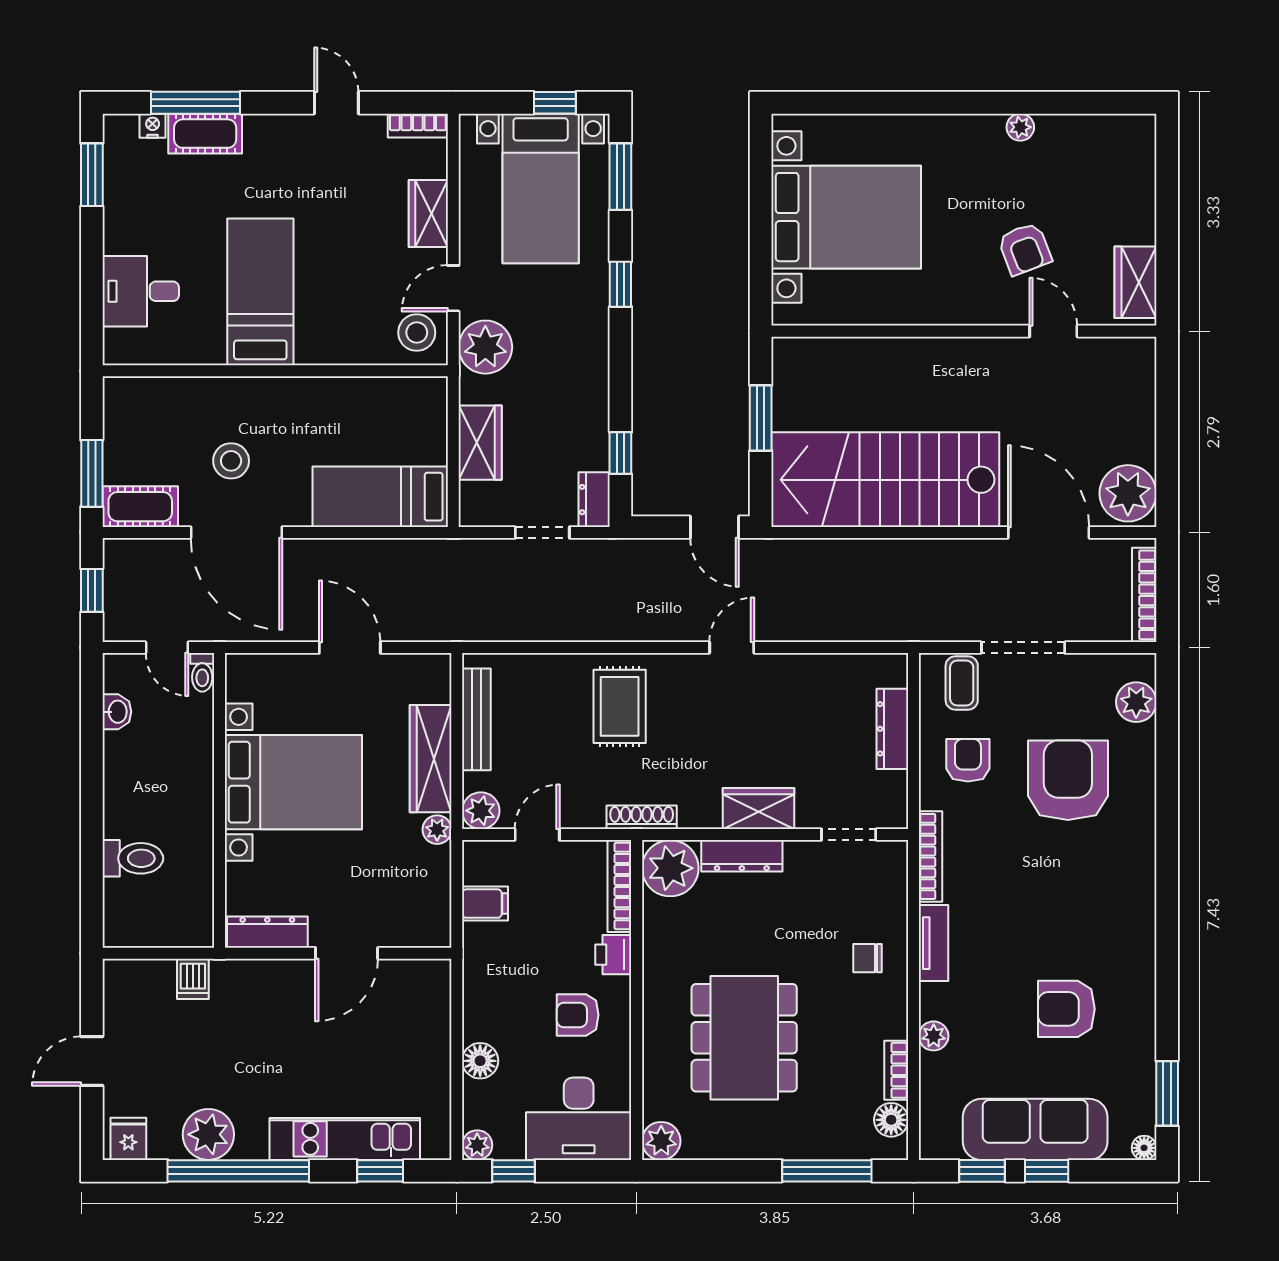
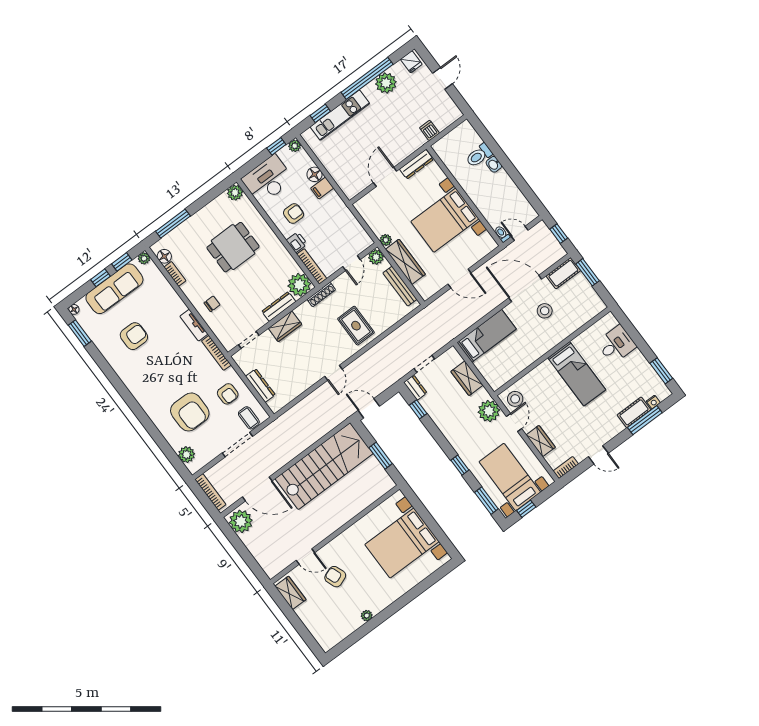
washbasin: (117, 712) -> (494, 164), moved
filing cabinet: (485, 904) -> (322, 188), moved
plant: (934, 1036) -> (144, 258), moved
dining table: (744, 1038) -> (233, 247), width x0.73

